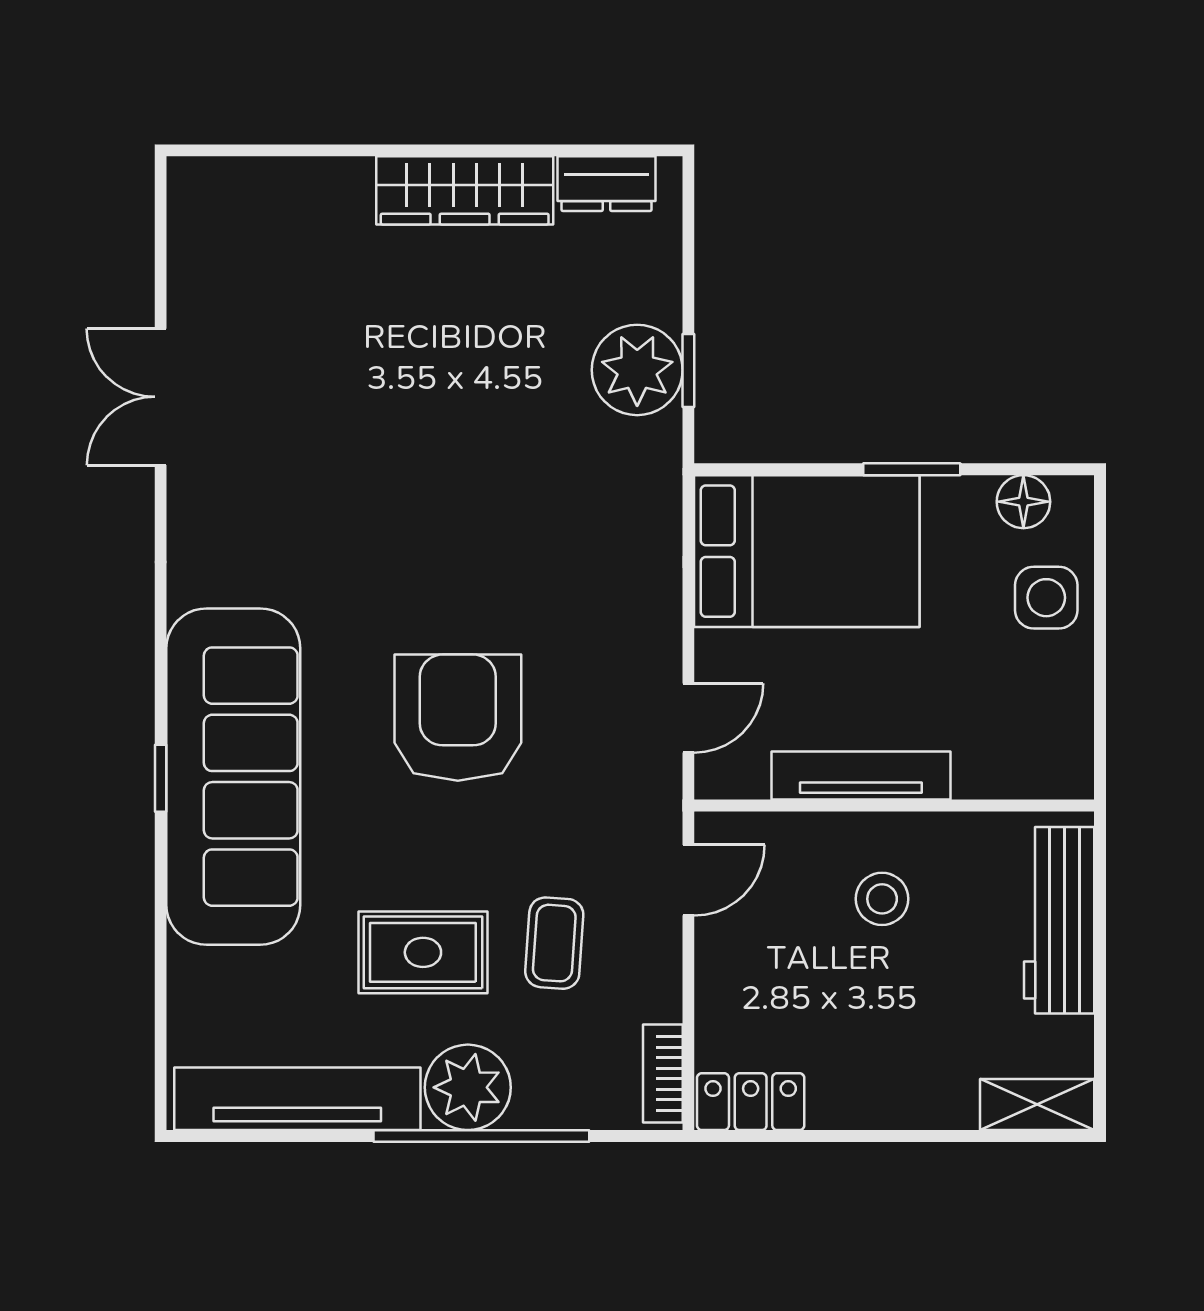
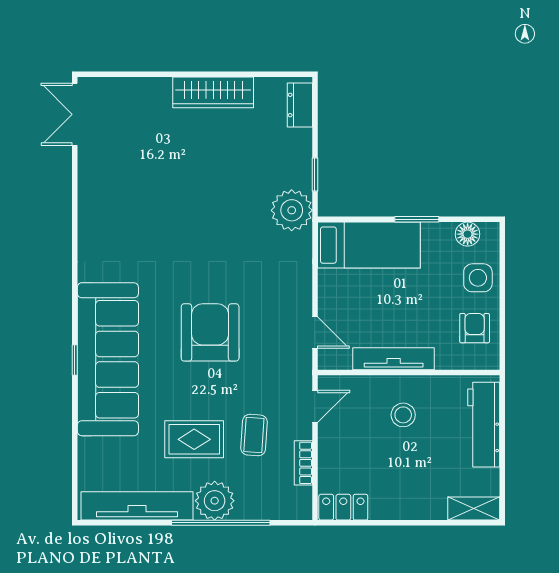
dresser: (606, 184) -> (300, 105), moved, turned 90
plant: (637, 370) -> (292, 210), moved
double door: (161, 397) -> (75, 114), moved
bed: (807, 551) -> (369, 245), width x0.67
armchair: (1039, 708) -> (475, 328), added
door: (688, 718) -> (315, 333), hinge flipped
bookcase: (663, 1073) -> (303, 463), moved

